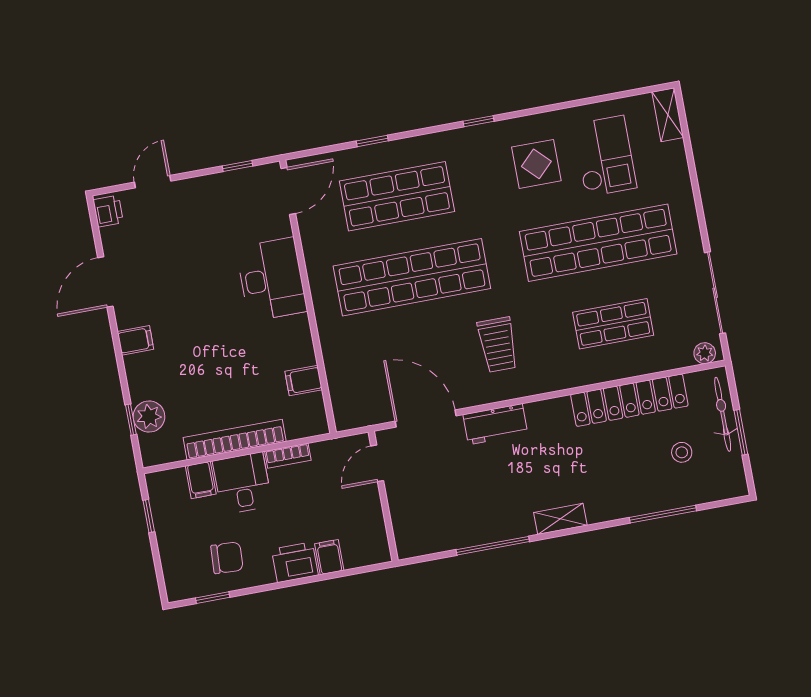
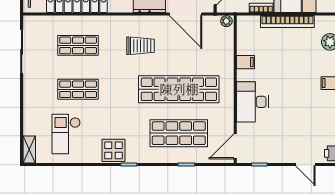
display table: (536, 164) -> (114, 150), moved
door: (153, 182) -> (305, 165), hinge flipped
shop shelf: (598, 243) -> (78, 89), width x0.50, depth x0.74
trolley: (498, 345) -> (140, 46), turned 90
plant: (705, 353) -> (226, 21), moved
filing cabinet: (304, 381) -> (246, 62), moved

